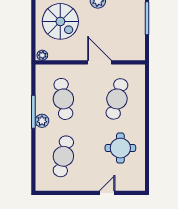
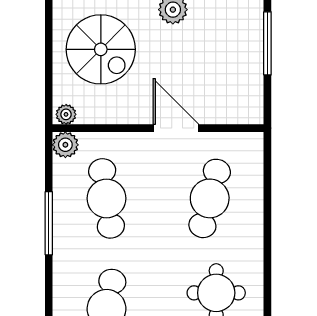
plant: (42, 121) -> (65, 145), moved

